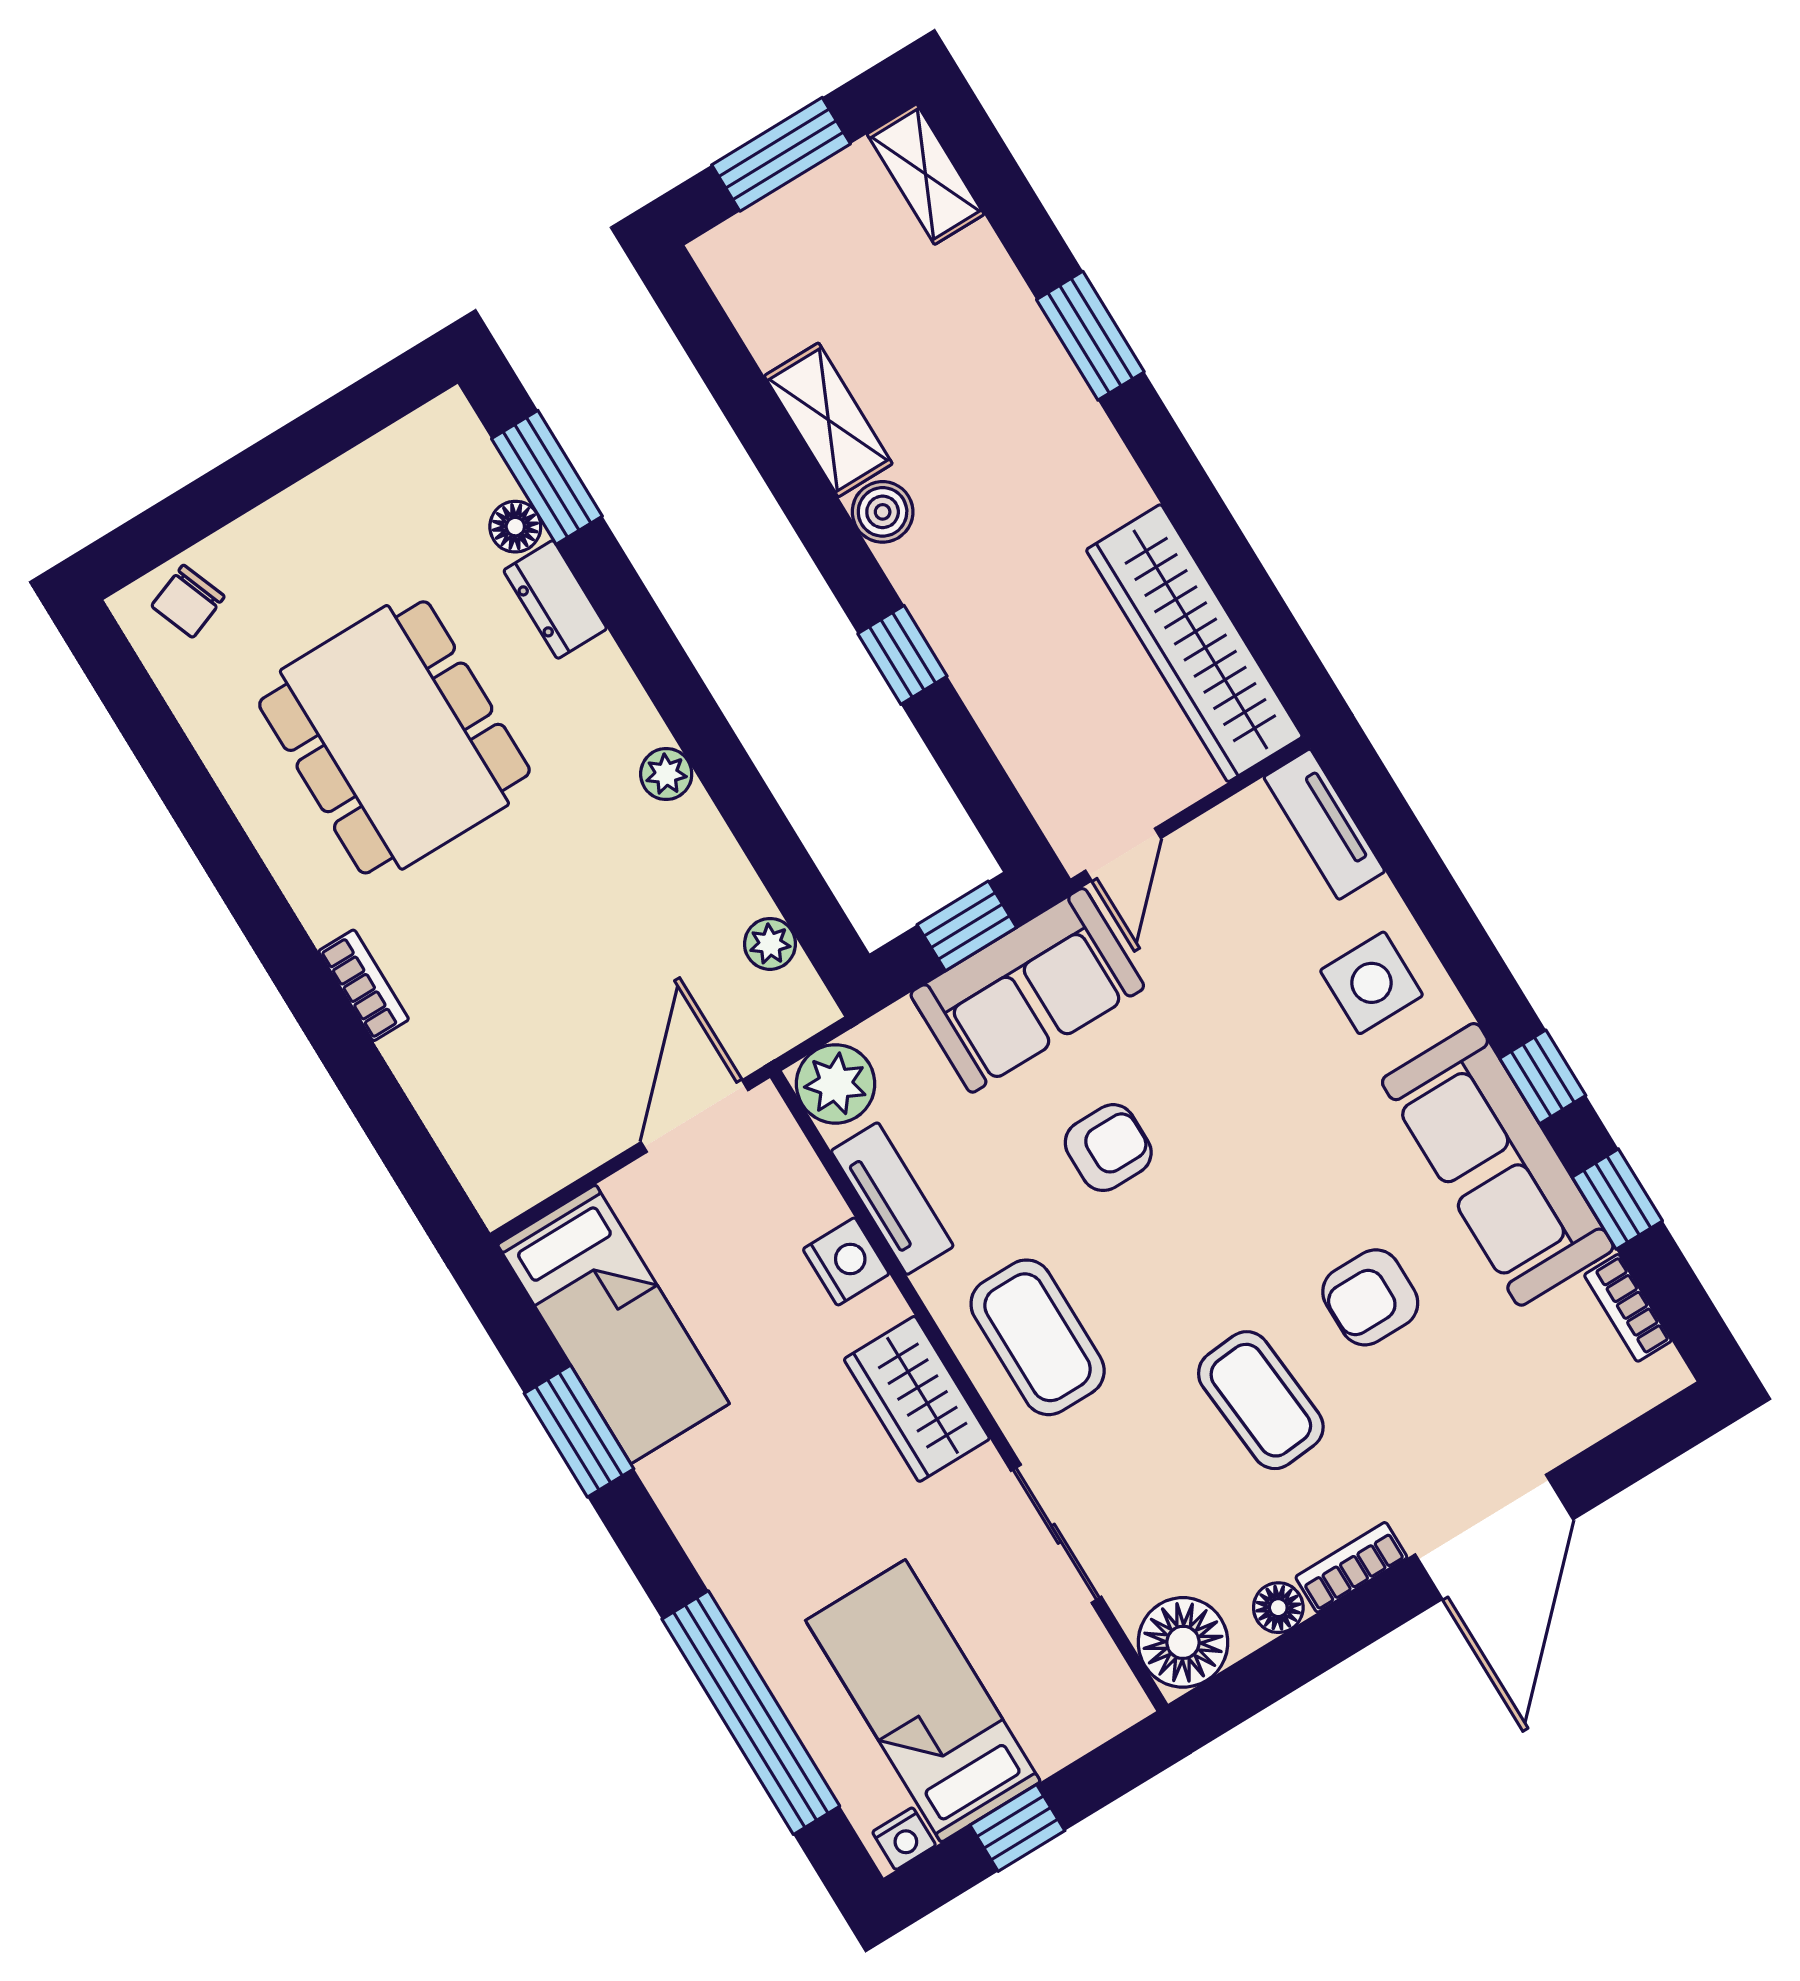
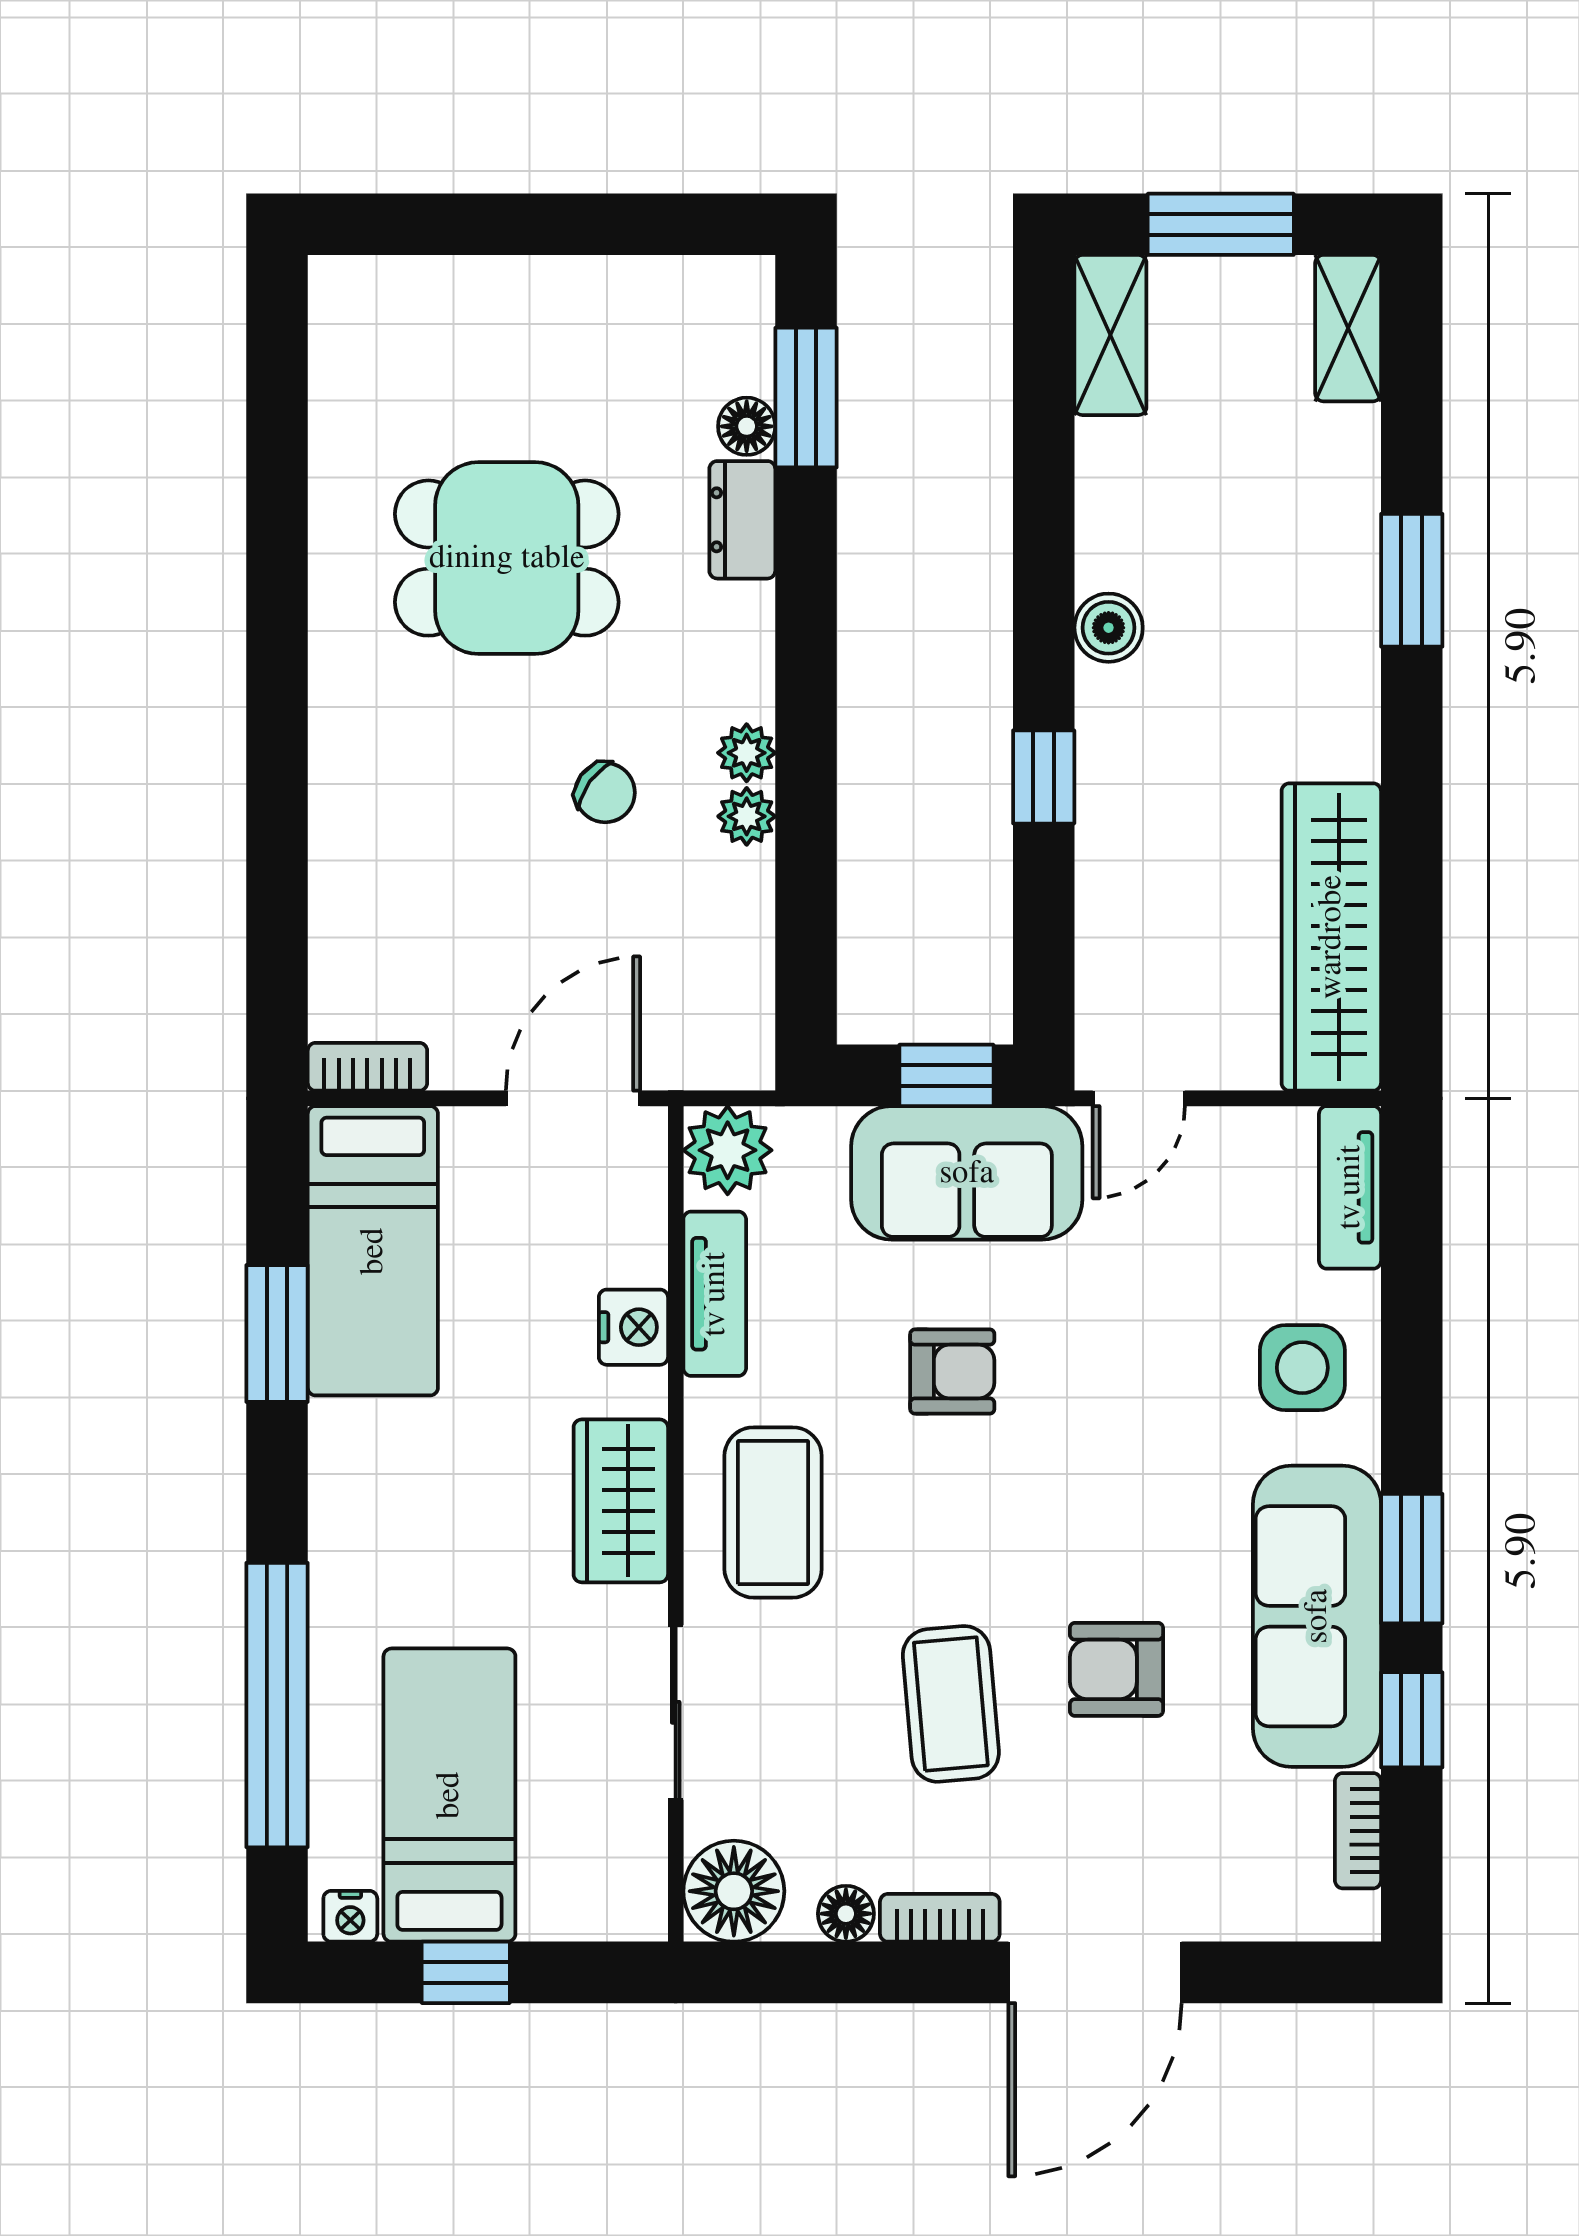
shelving: (828, 420) -> (1110, 335), moved
chair: (188, 601) -> (605, 793), moved, turned -123
dining table: (394, 737) -> (507, 558), width x0.73
plant: (770, 944) -> (747, 816), moved
bookcase: (364, 985) -> (367, 1067), moved, turned -90
window: (1543, 1077) -> (1412, 1559), width x1.50

